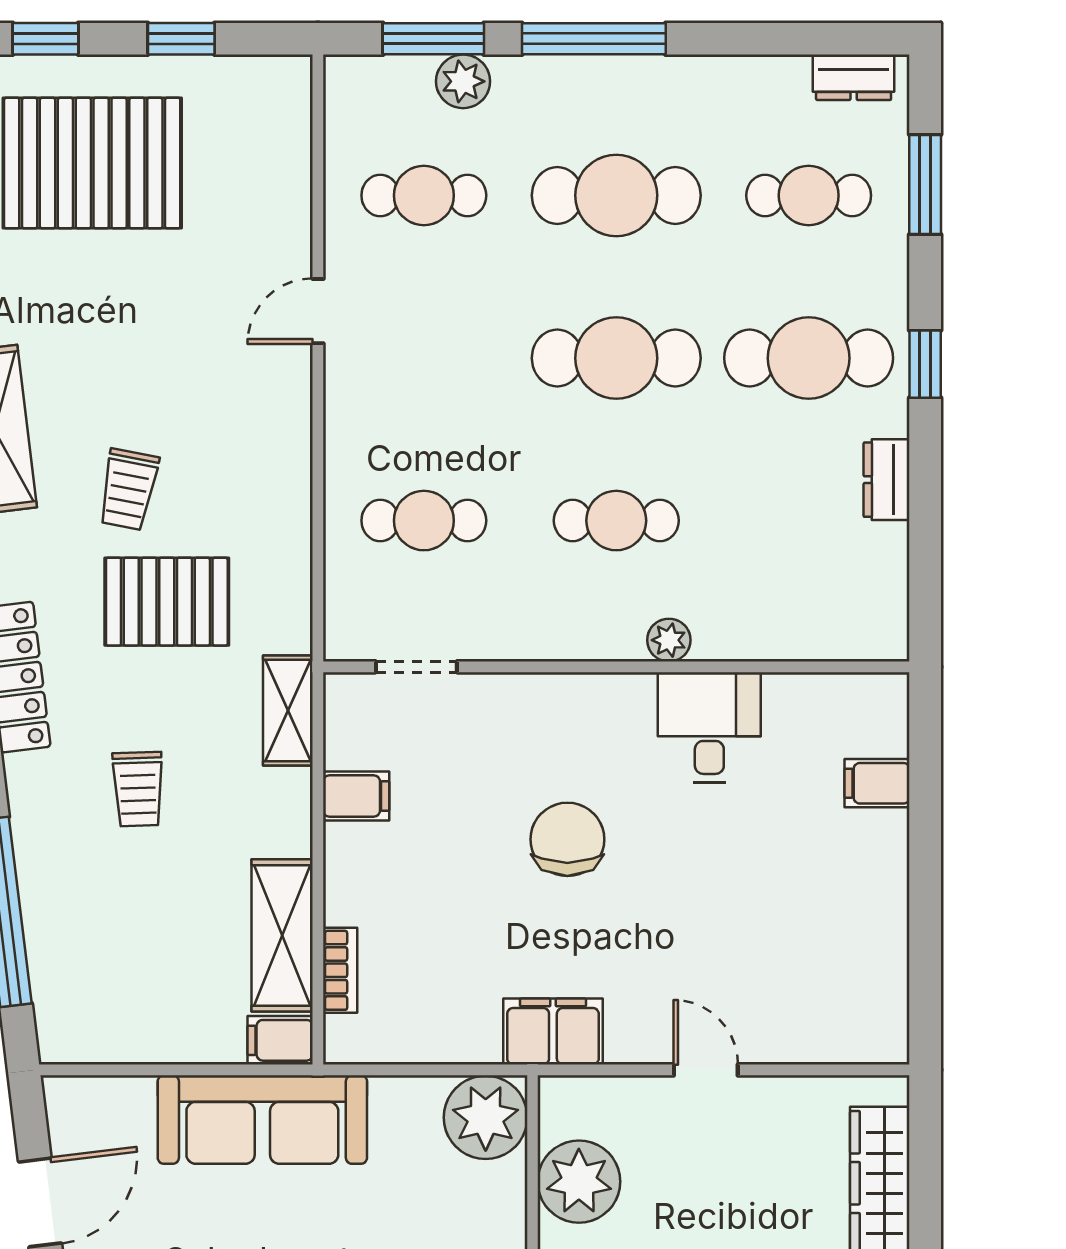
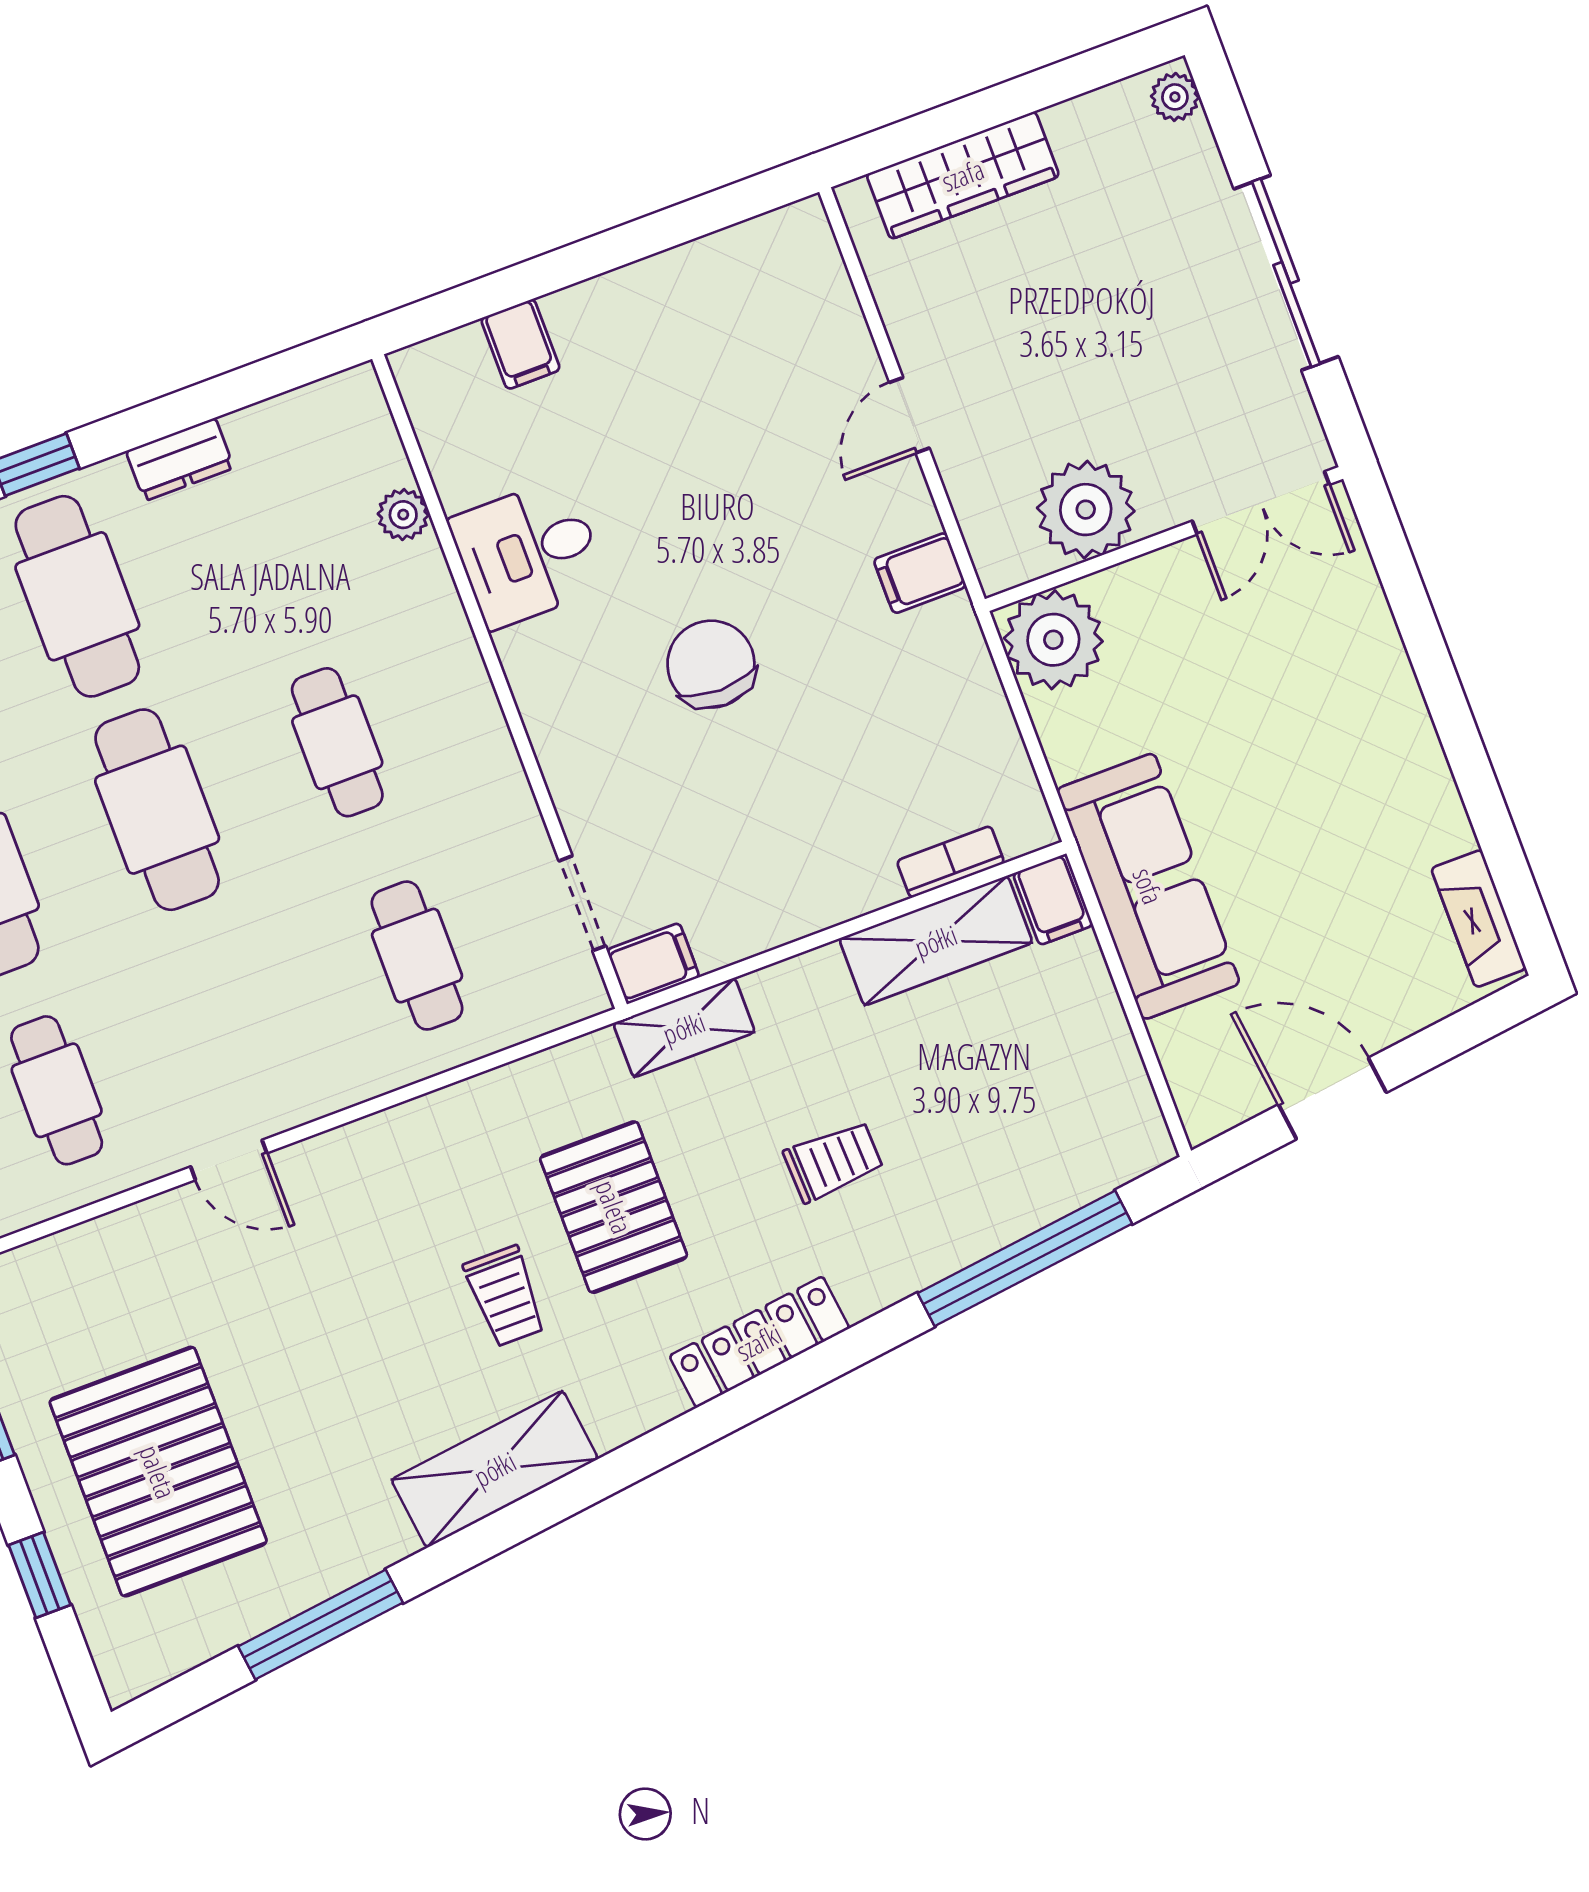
trolley: (128, 489) -> (505, 1296), turned 79
plant: (669, 640) -> (403, 515), moved
filing cabinet: (356, 796) -> (653, 963), moved, turned 90
chair: (567, 839) -> (711, 664), turned 90
filing cabinet: (553, 1032) -> (920, 573), width x0.50

